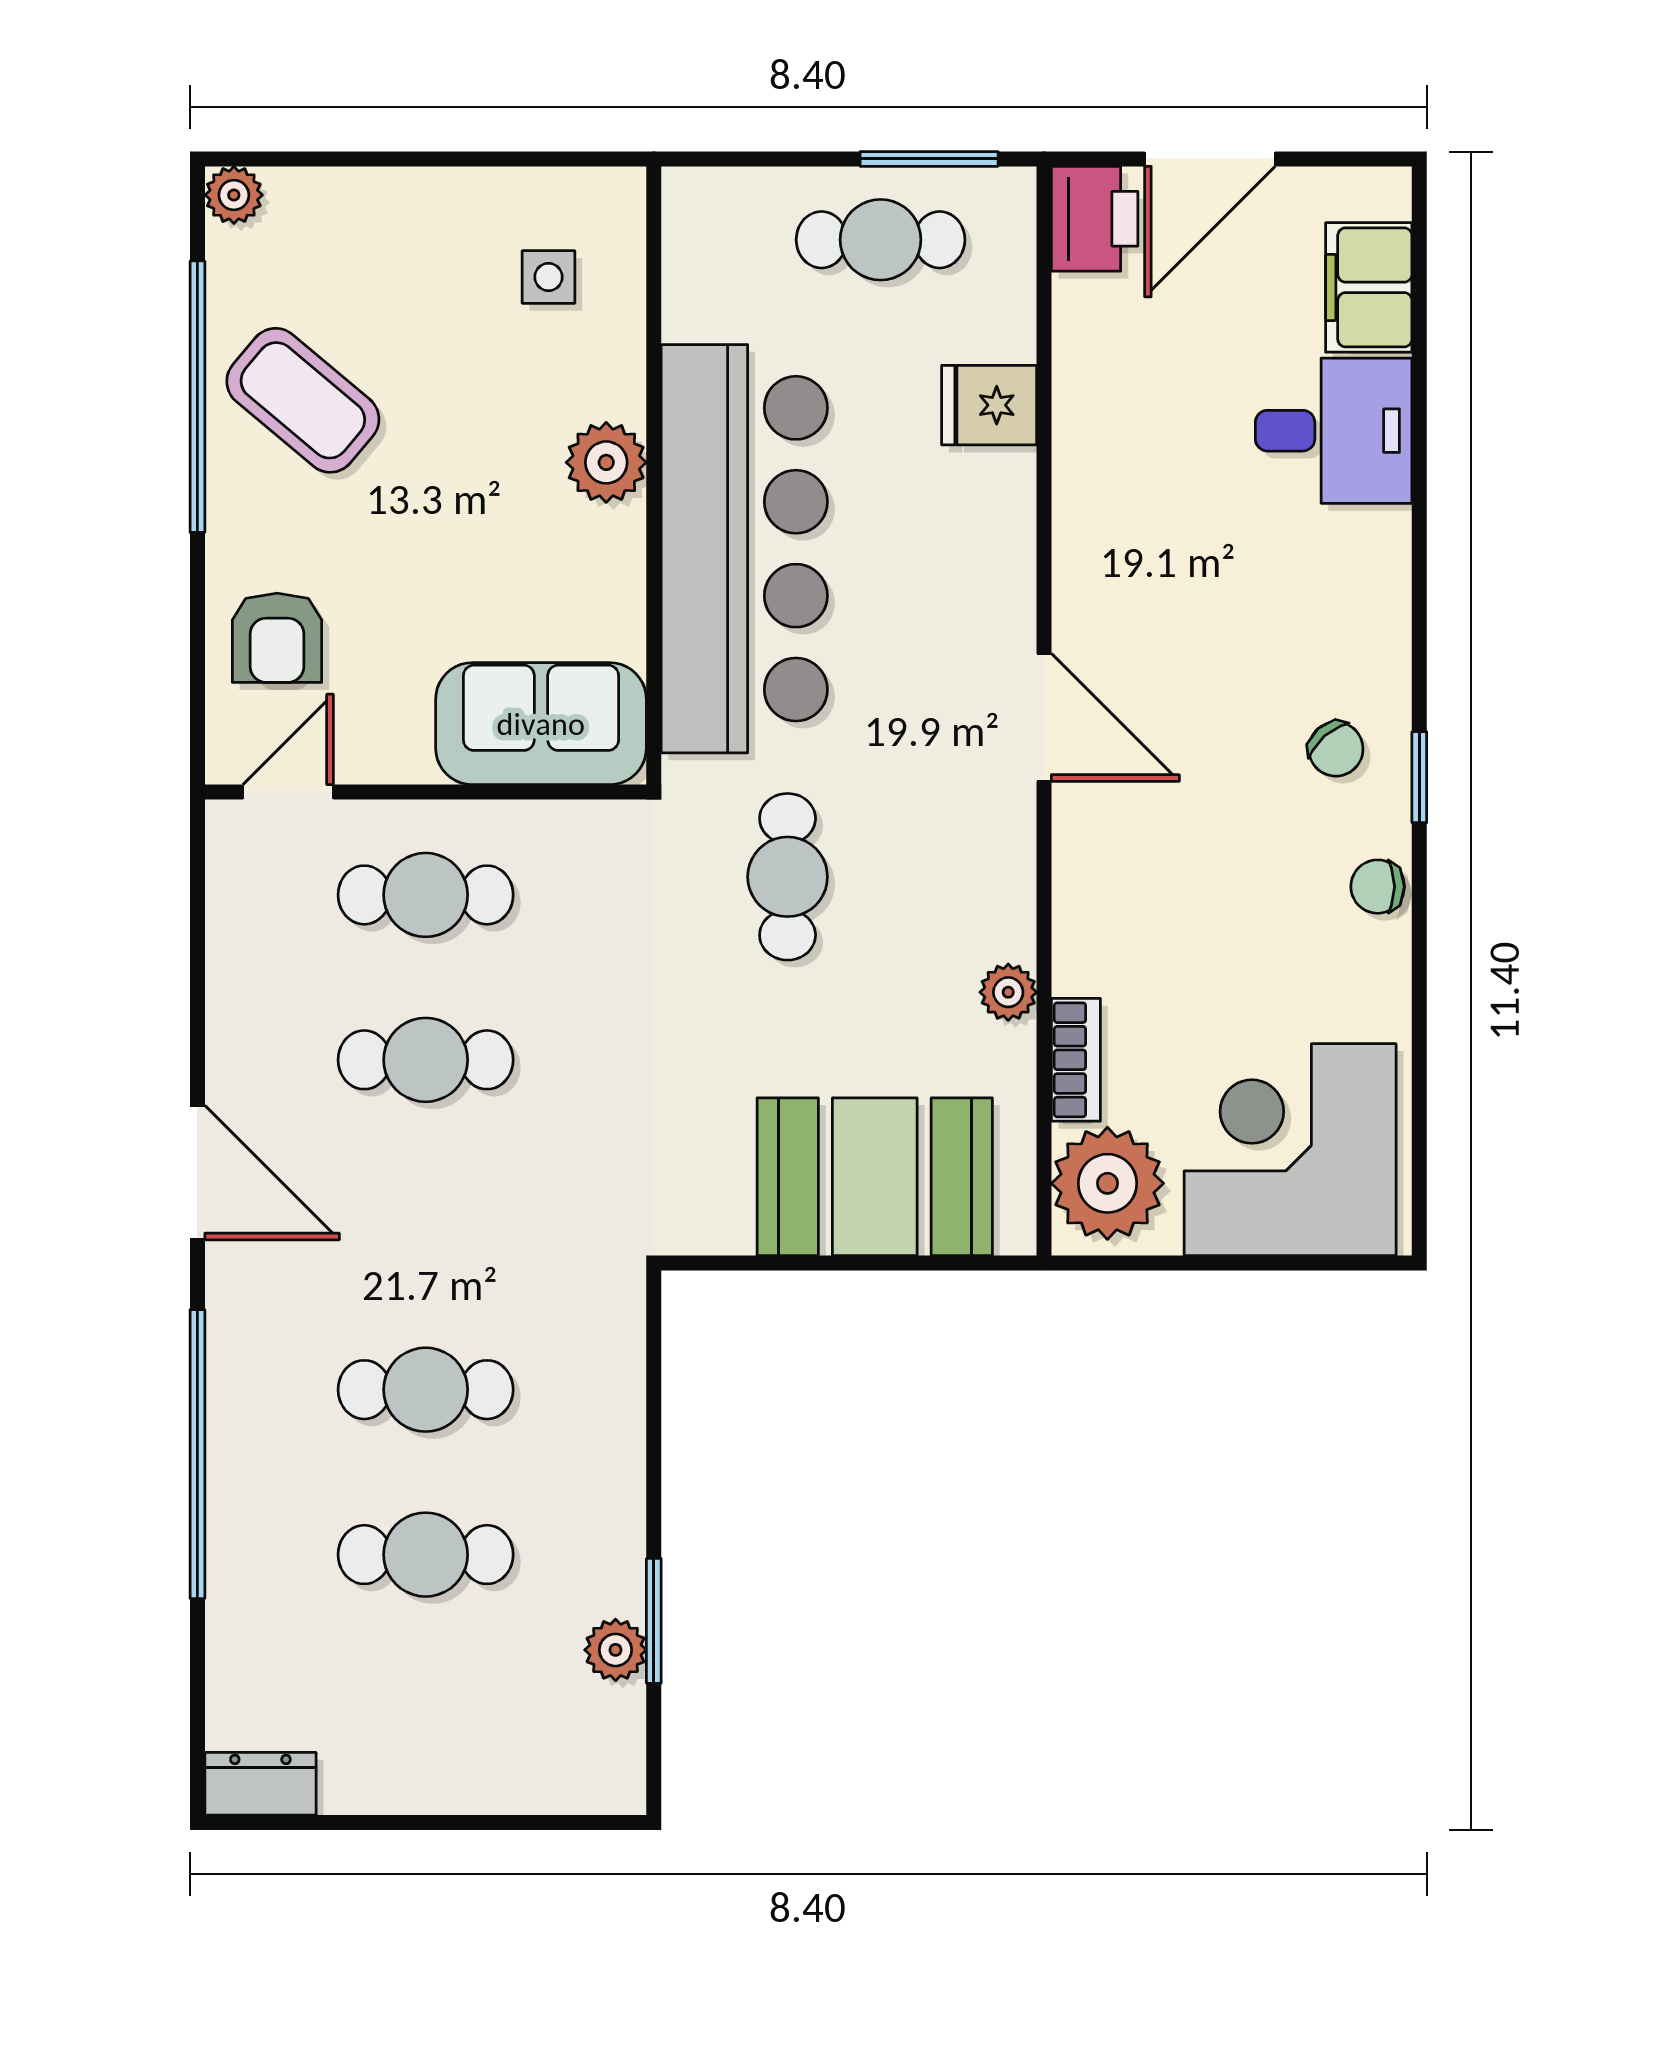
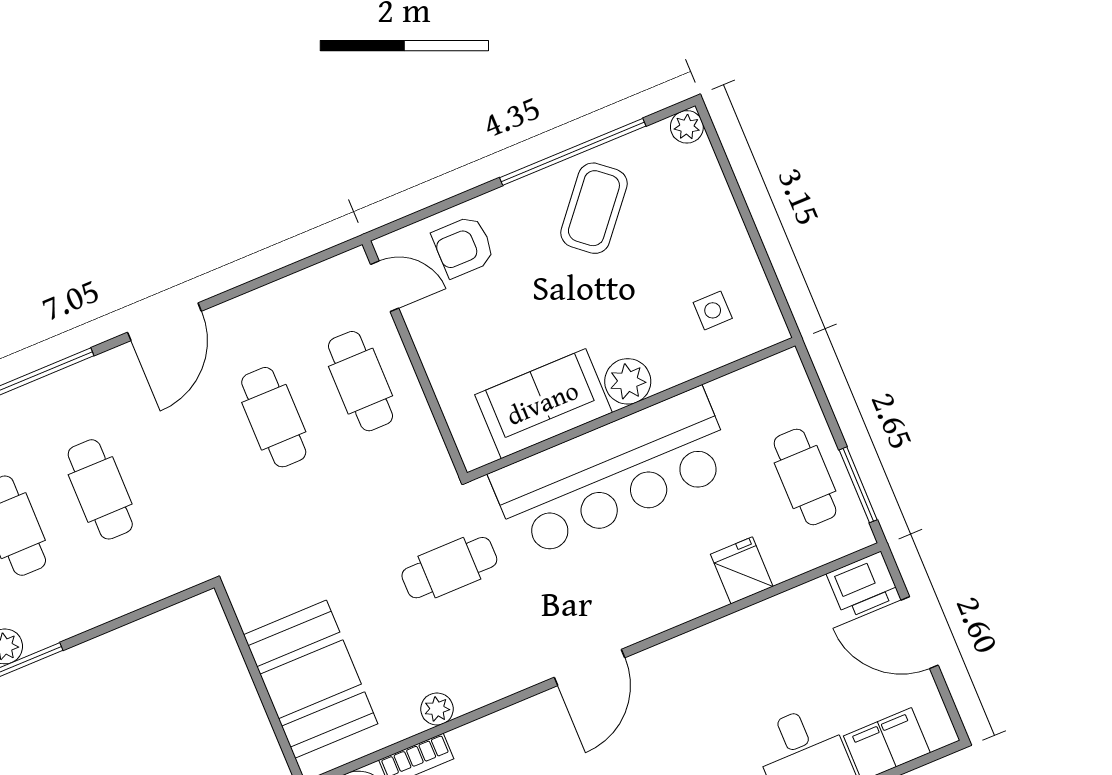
sofa: (541, 724) -> (543, 404), moved, turned -90

